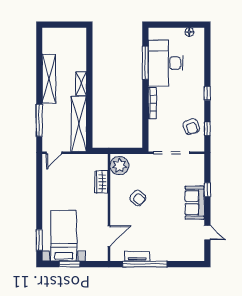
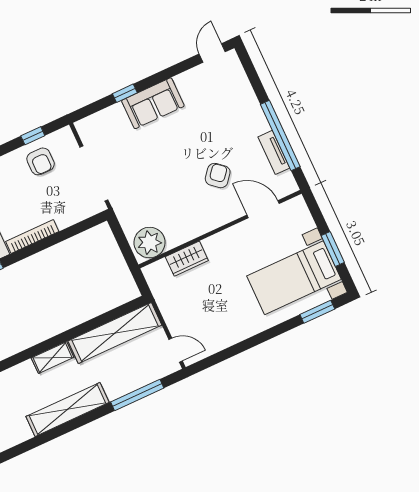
armchair: (191, 127) -> (41, 161), turned 109
armchair: (138, 198) -> (218, 176), moved
door: (207, 232) -> (212, 53), moved

